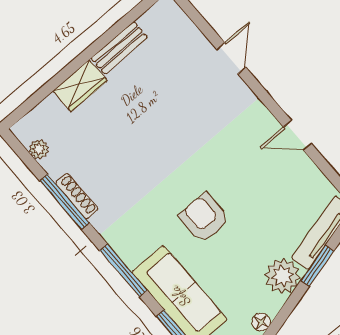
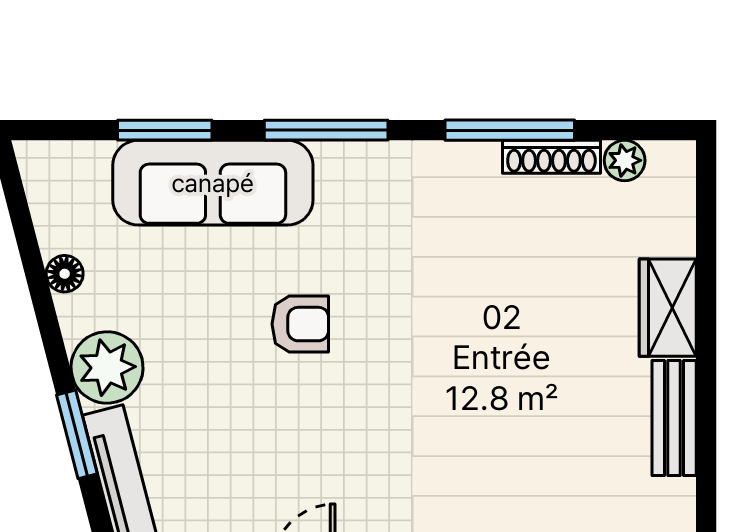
shoe rack: (77, 196) -> (551, 157), moved
armchair: (204, 218) -> (300, 324), width x0.72, depth x0.72

